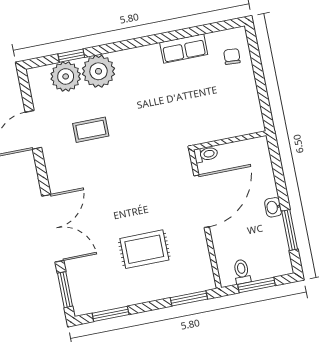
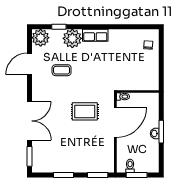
row of seats: (184, 49) -> (95, 35), moved
plant: (66, 76) -> (41, 38), moved
window: (290, 230) -> (161, 132), moved
rug: (144, 249) -> (85, 111), moved
window: (111, 314) -> (63, 175), moved

